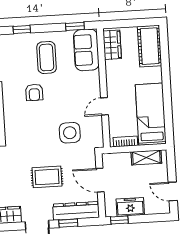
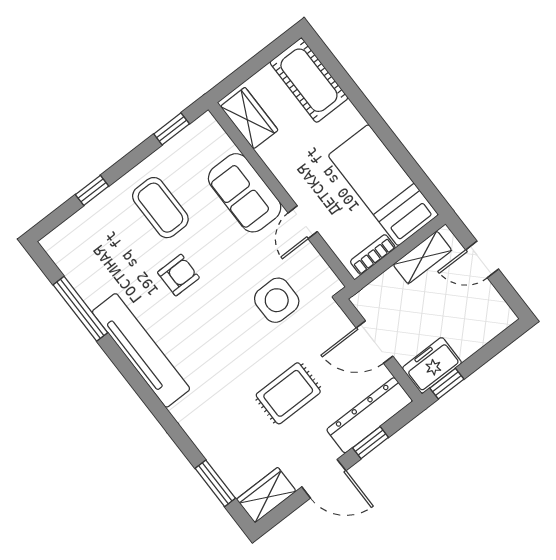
sofa: (86, 50) -> (245, 193), moved
armchair: (34, 92) -> (178, 275), turned -90
door: (173, 191) -> (482, 259), moved
freezer: (130, 207) -> (432, 365), moved

